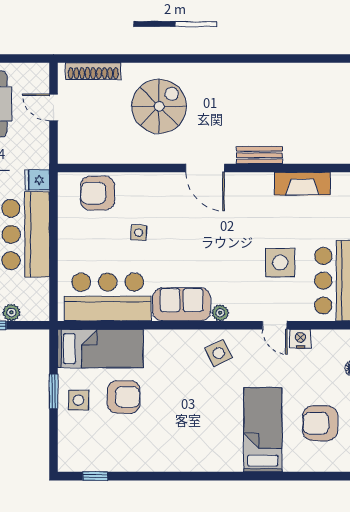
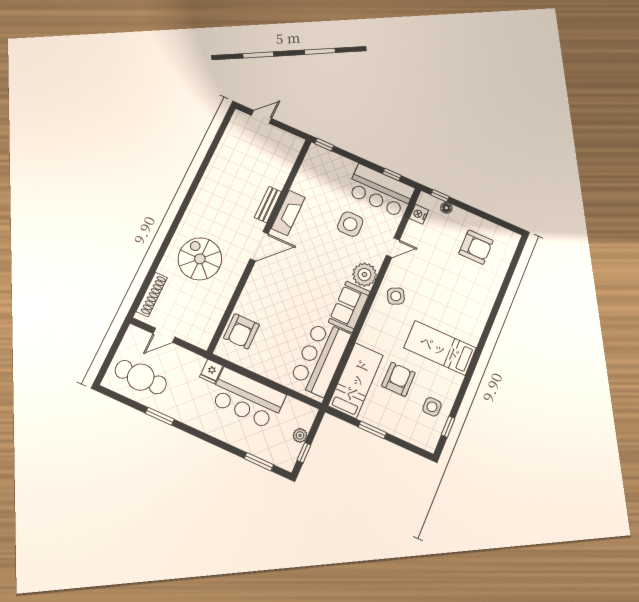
fireplace: (302, 184) -> (288, 213), moved
side table: (139, 233) -> (284, 314), removed
plant: (220, 313) -> (364, 275), width x1.88, depth x1.88
nightstand: (300, 339) -> (419, 214), moved
side table: (78, 400) -> (432, 407), moved
armchair: (320, 423) -> (476, 247), turned -90
bed: (263, 430) -> (440, 348), moved

